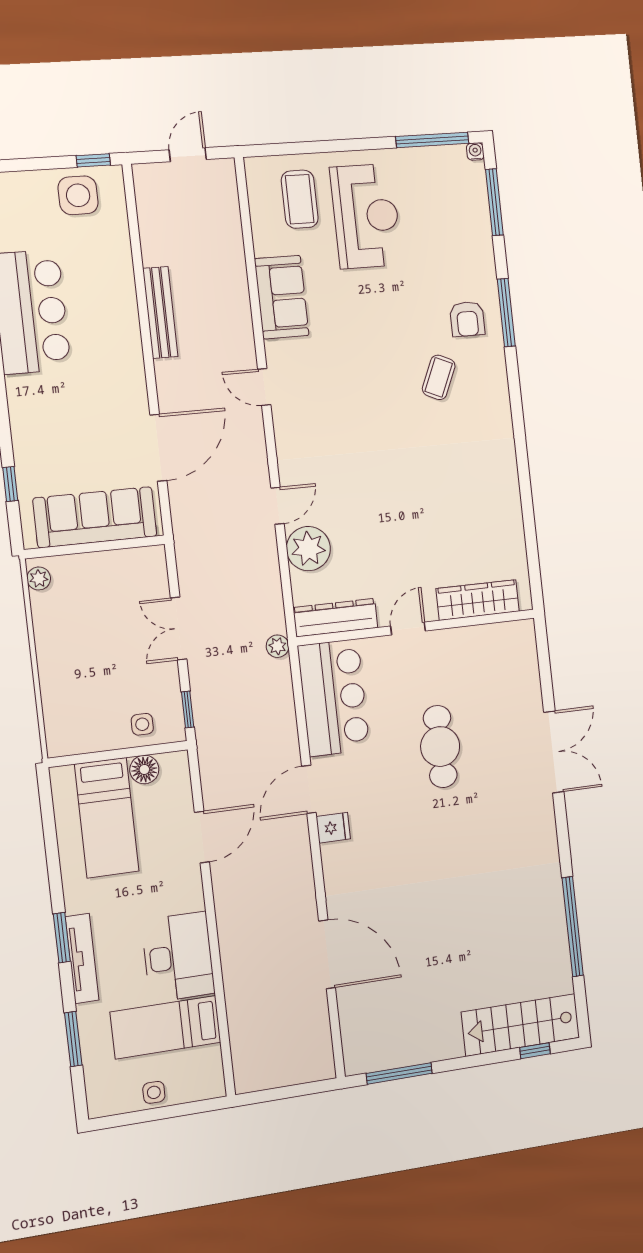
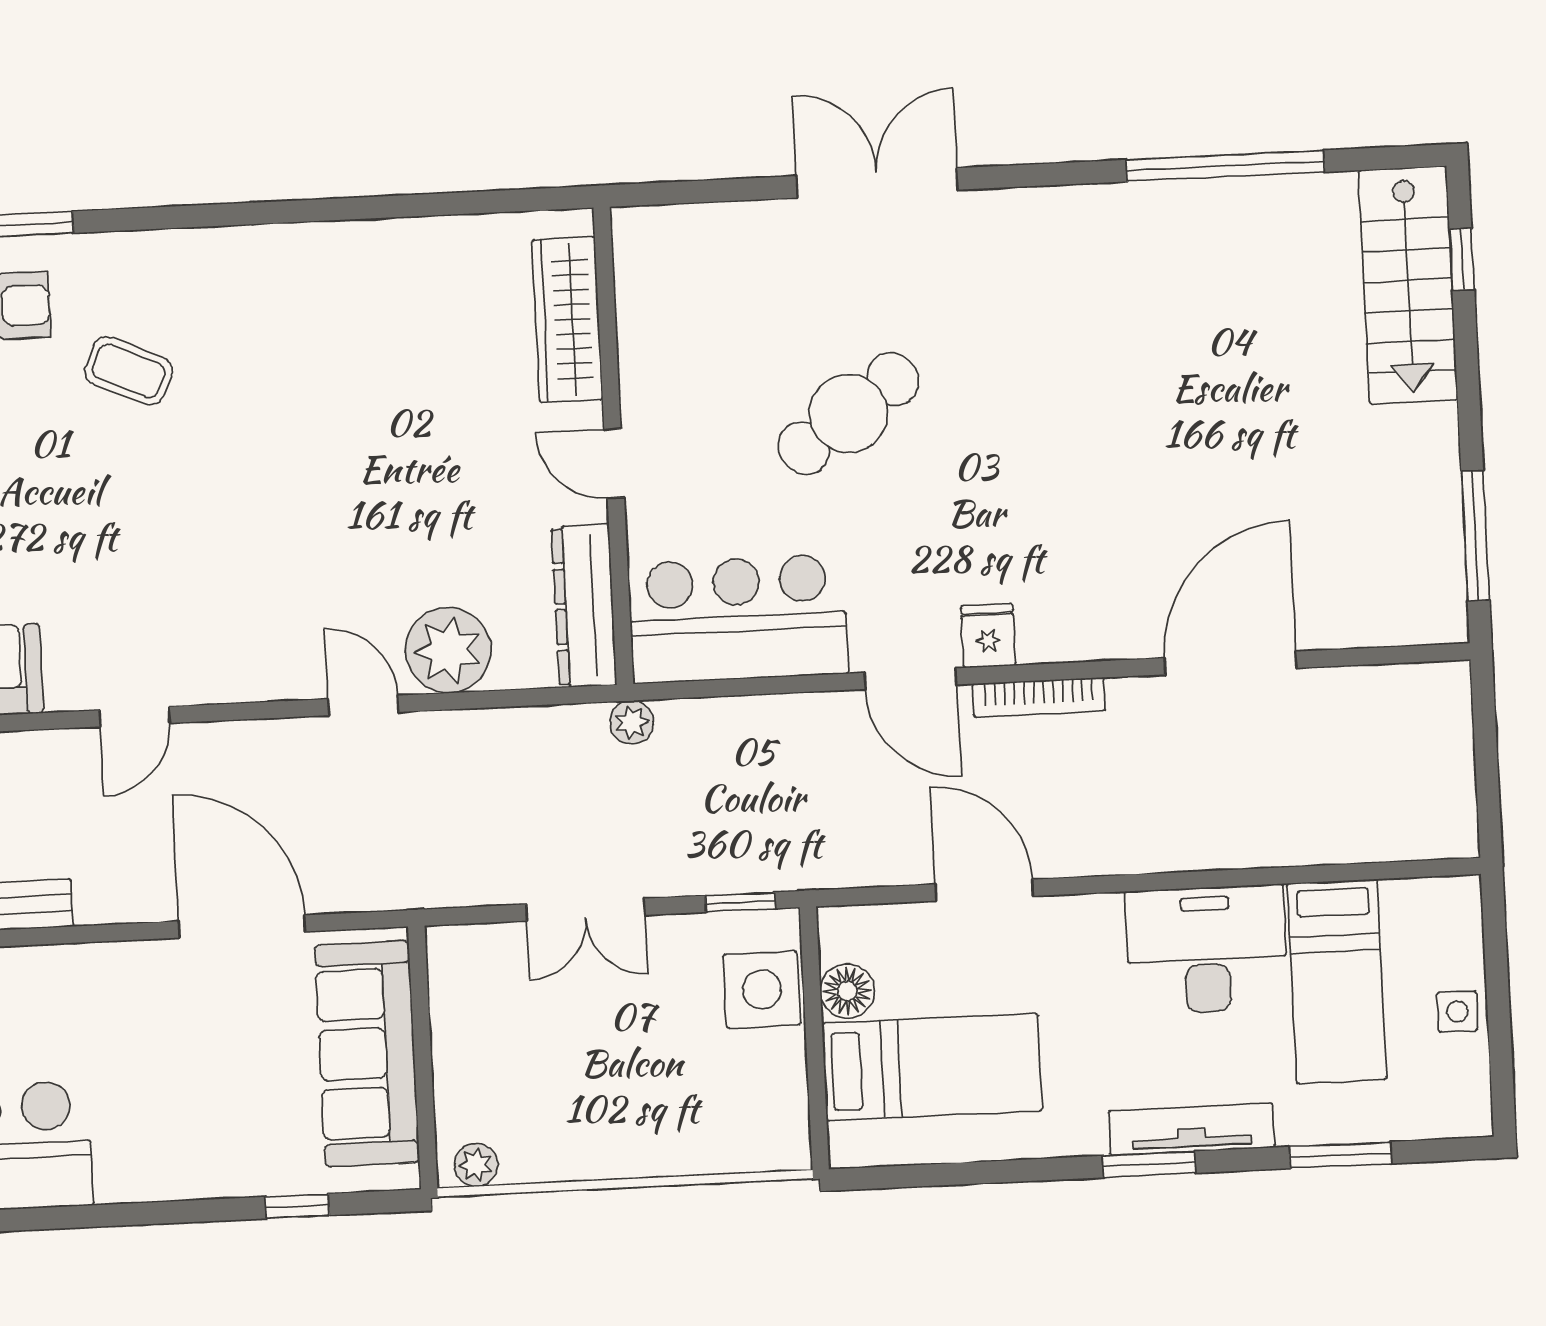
side table: (142, 724) -> (762, 990), width x1.87, depth x1.87
cafe table: (440, 747) -> (848, 414), turned -35
bookcase: (303, 857) -> (1039, 697), added

